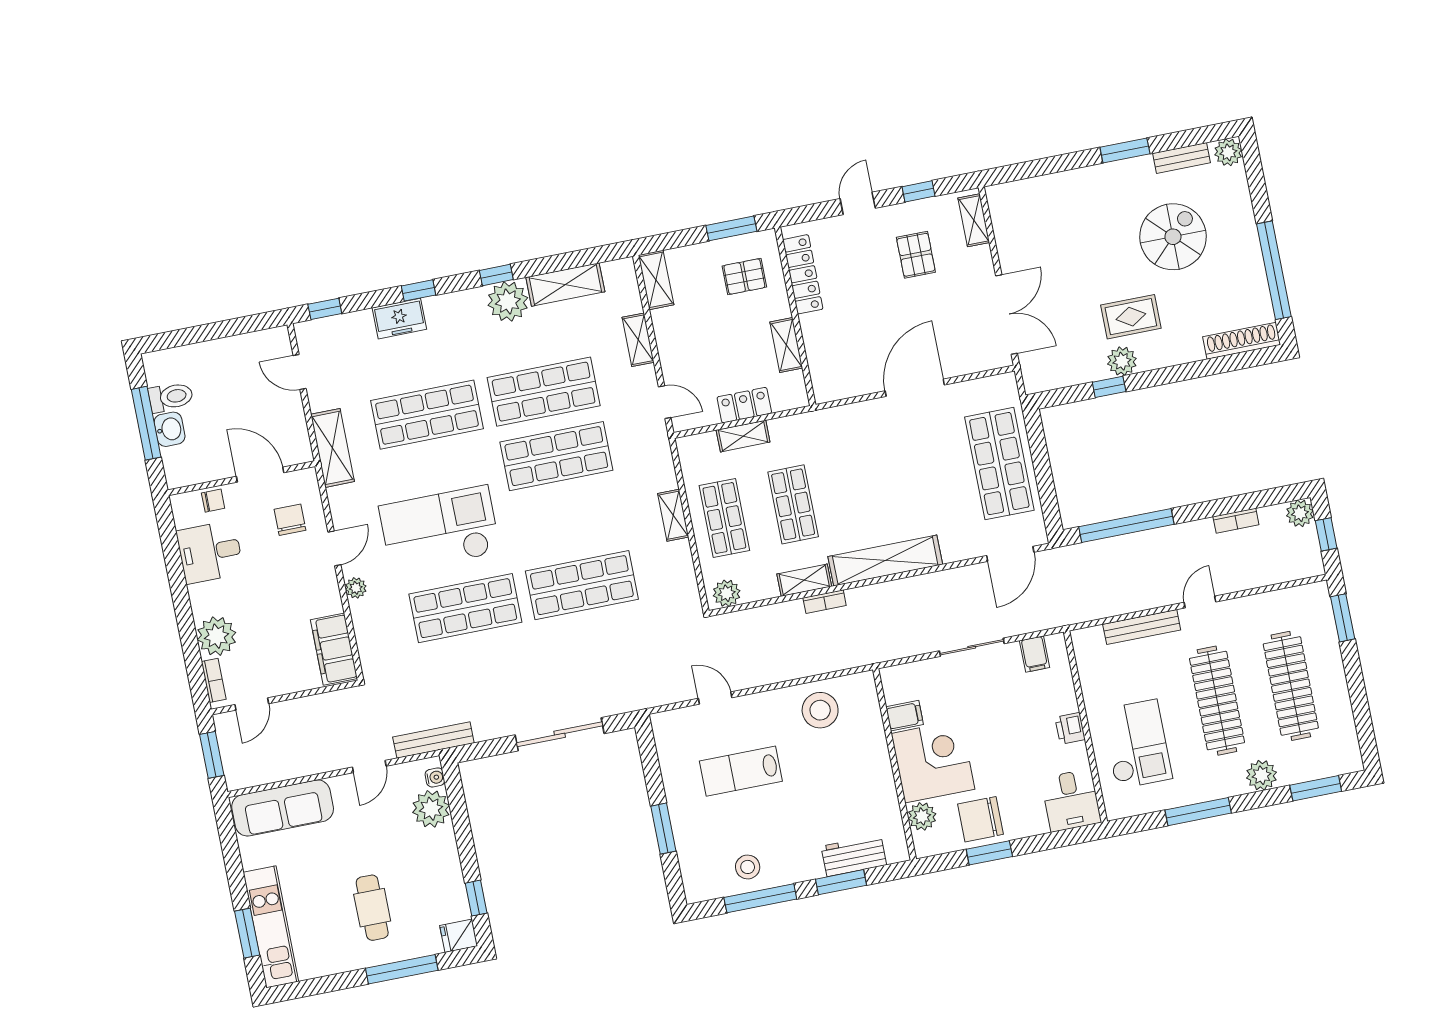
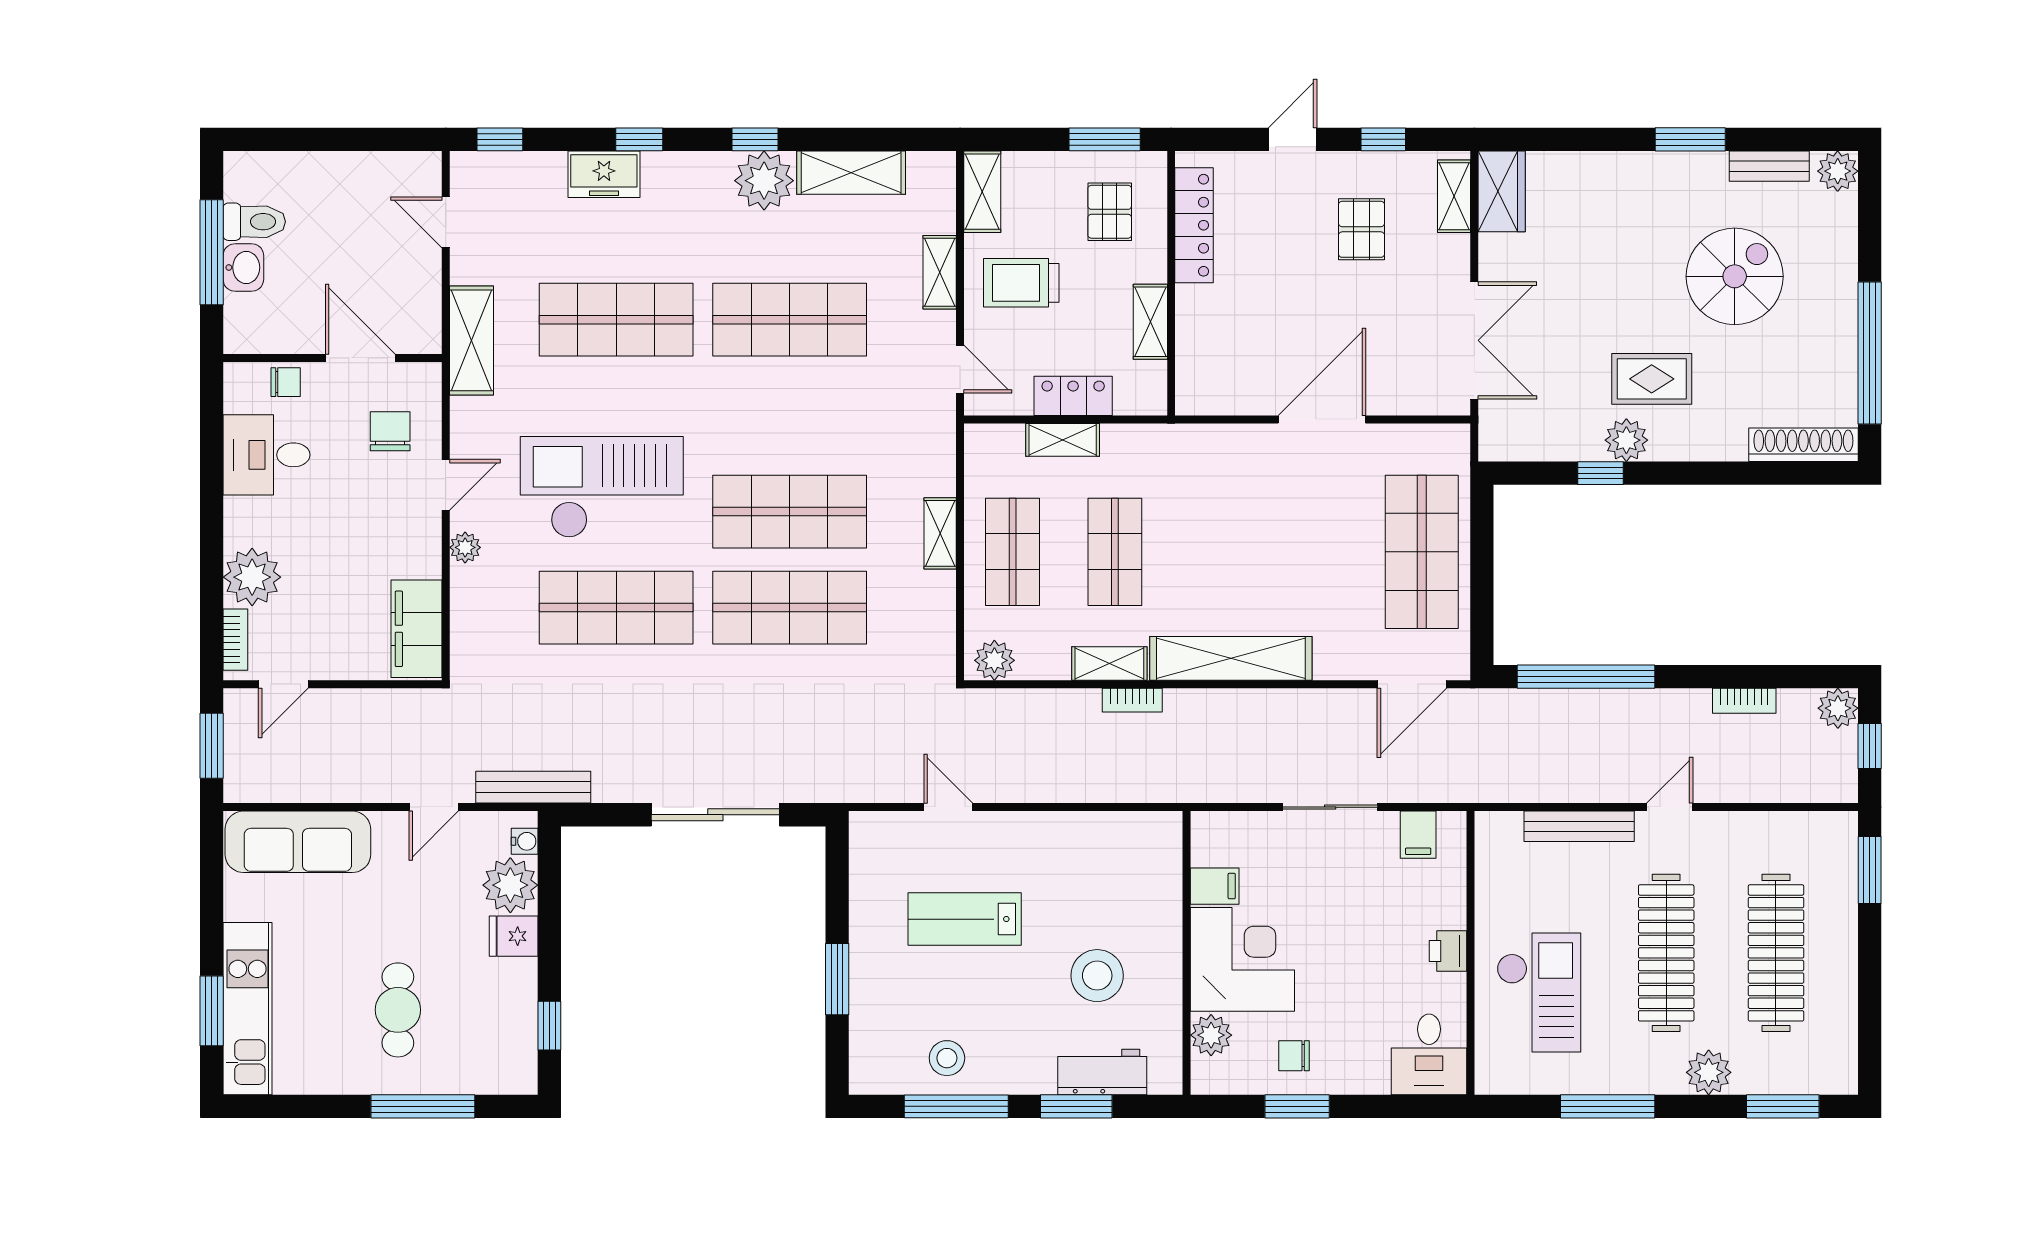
wardrobe: (1005, 211) -> (1502, 191), added
pallet: (744, 276) -> (1110, 212), turned 90
trolley: (694, 336) -> (1021, 283), added
shop shelf: (556, 456) -> (790, 512), moved
stool: (820, 710) -> (1097, 976), moved
chair: (981, 819) -> (1294, 1056), width x0.54, depth x0.54
fridge: (459, 936) -> (514, 936), moved

